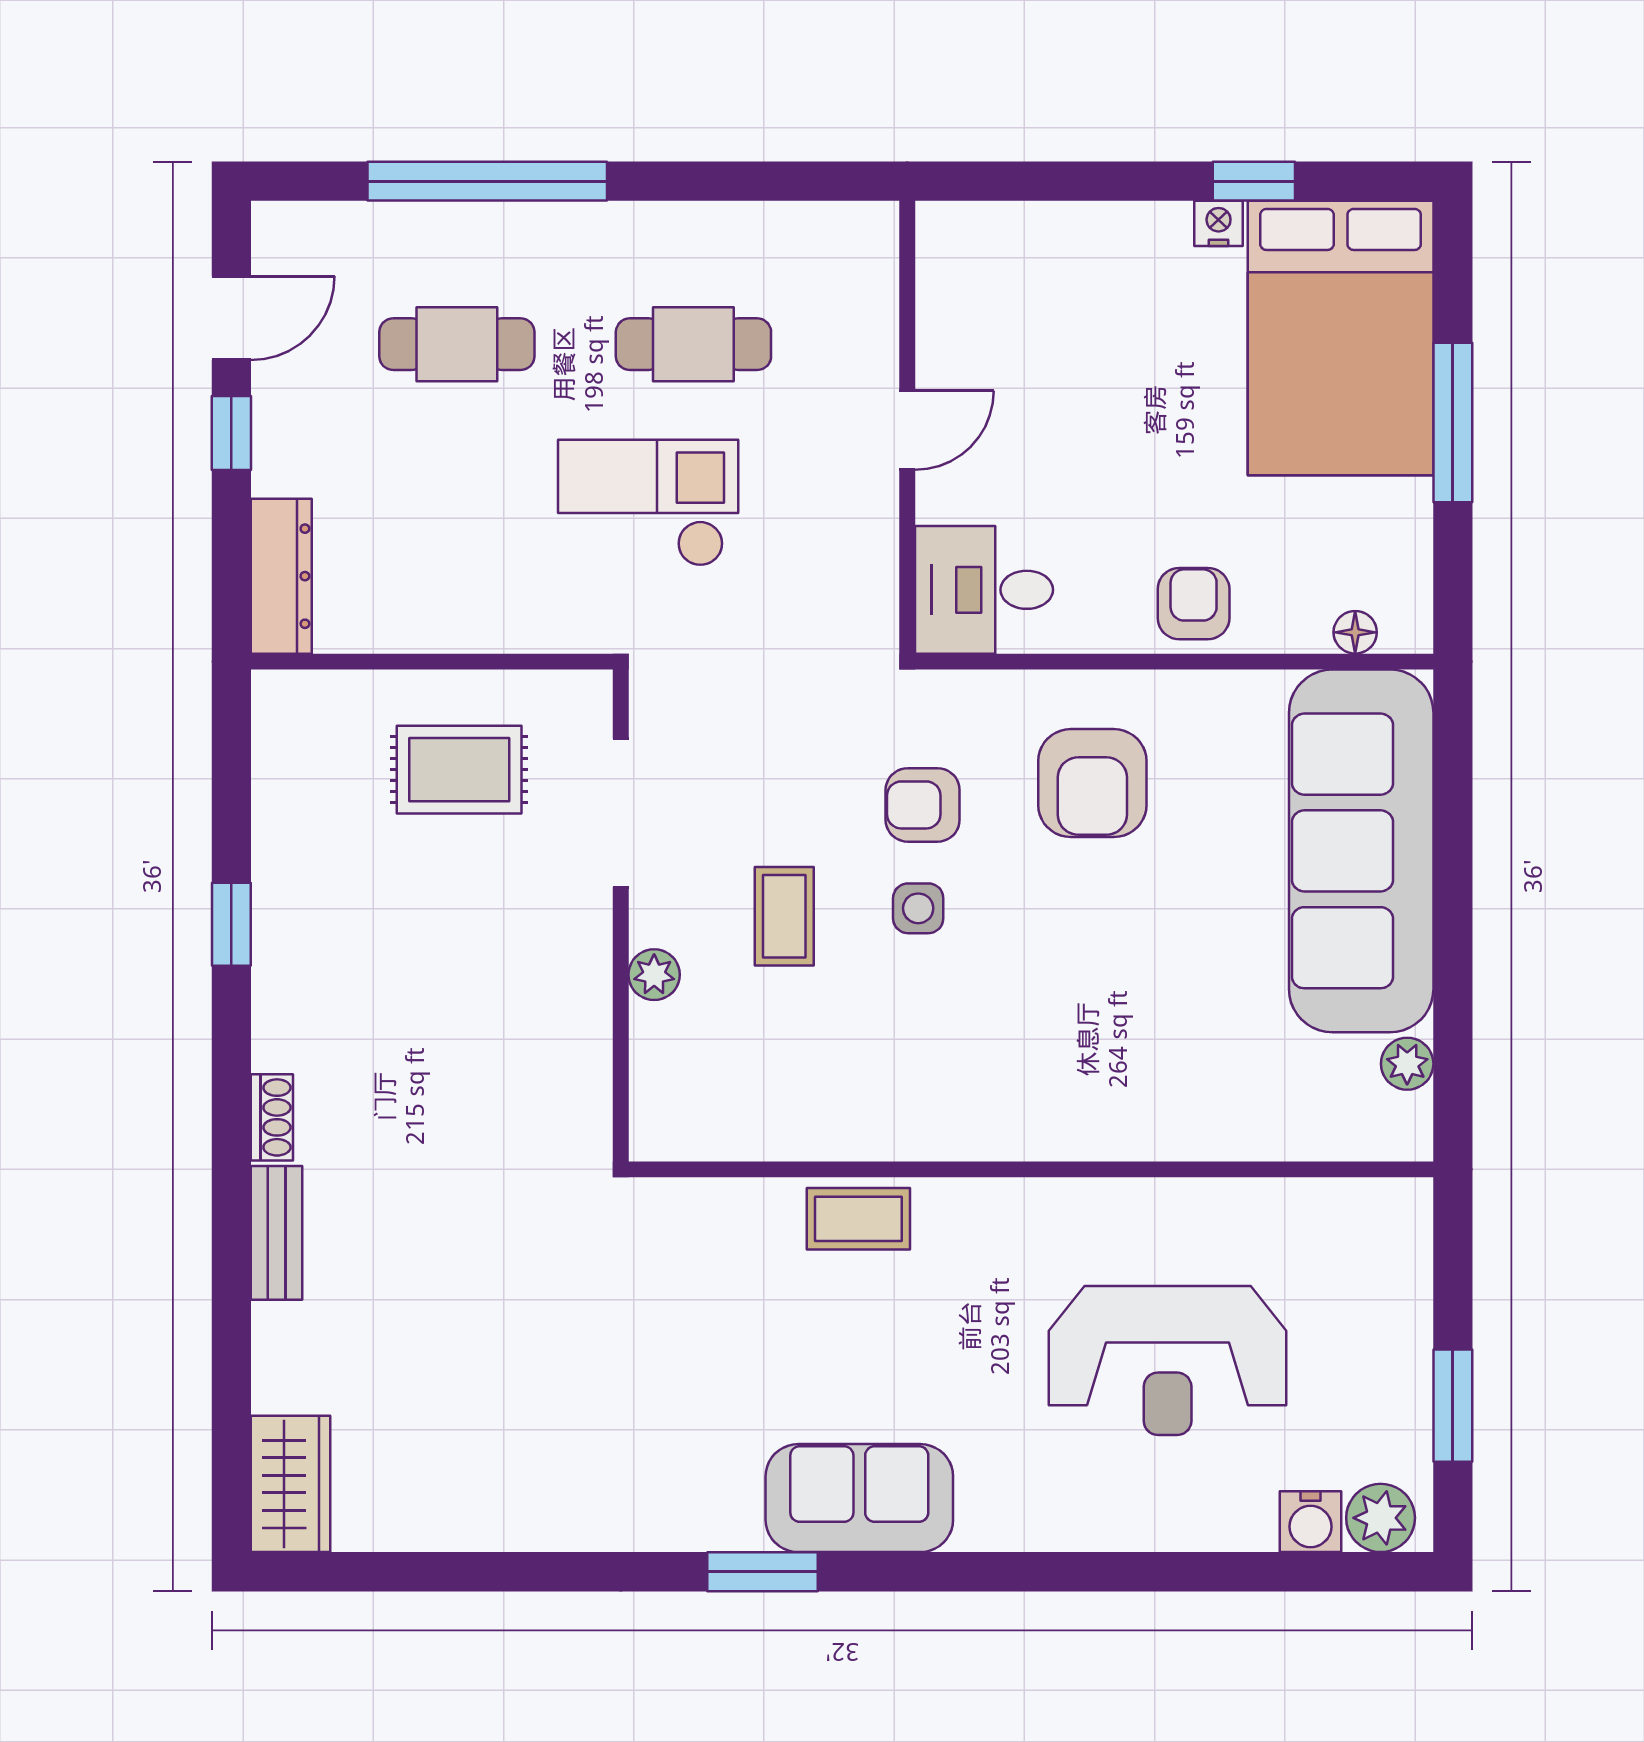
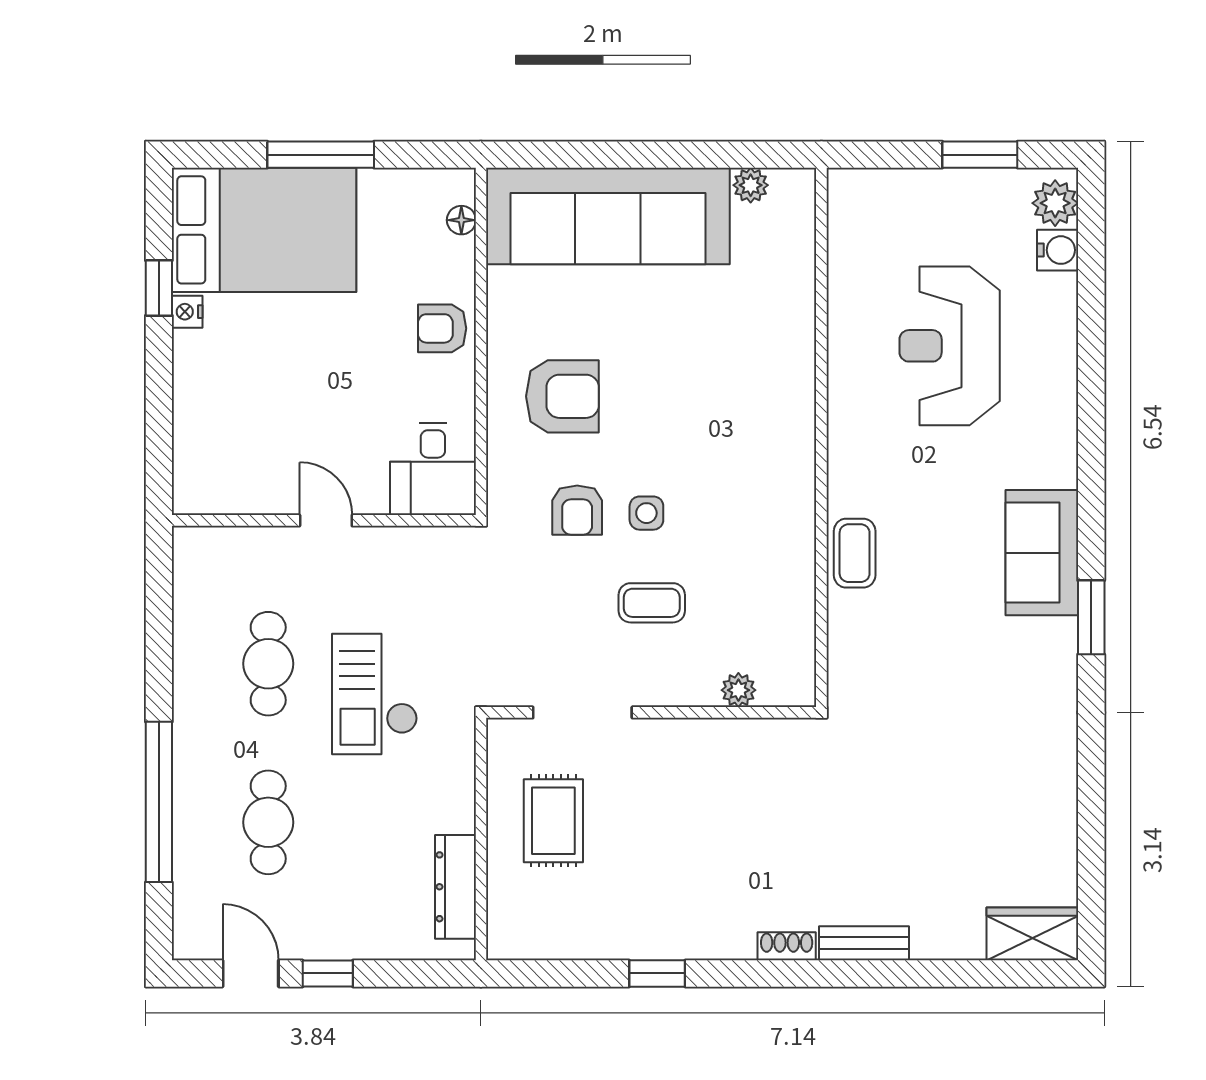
dresser: (281, 576) -> (455, 887), moved, turned -90
plant: (654, 975) -> (738, 690), moved
reception desk: (1168, 1361) -> (950, 346), turned 180

